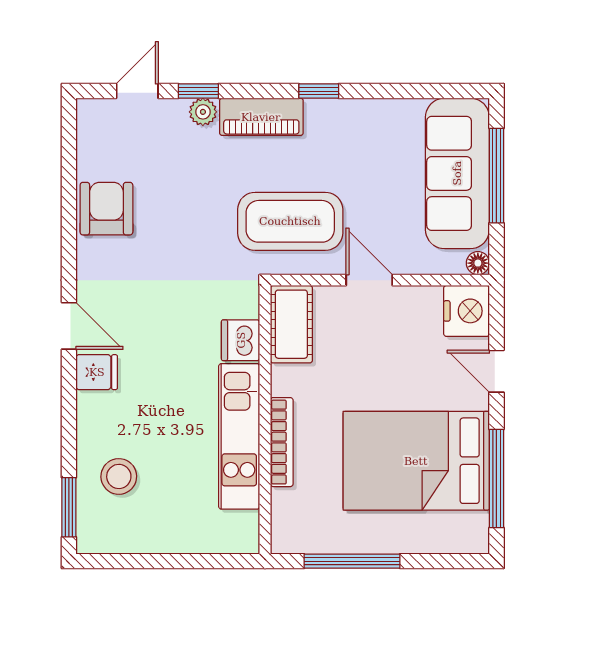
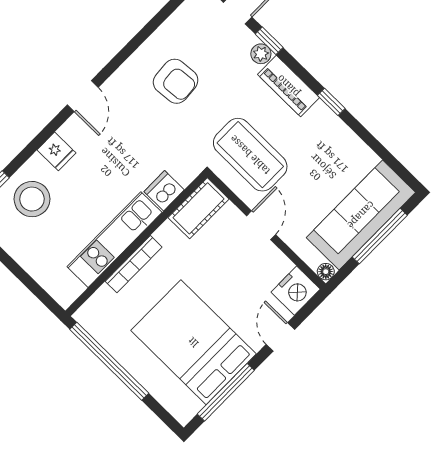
armchair: (106, 209) -> (176, 81), moved, turned 85
fridge: (97, 372) -> (57, 151), moved
stool: (119, 476) -> (32, 199), width x1.38, depth x1.38
window: (352, 561) -> (109, 361), width x1.46

